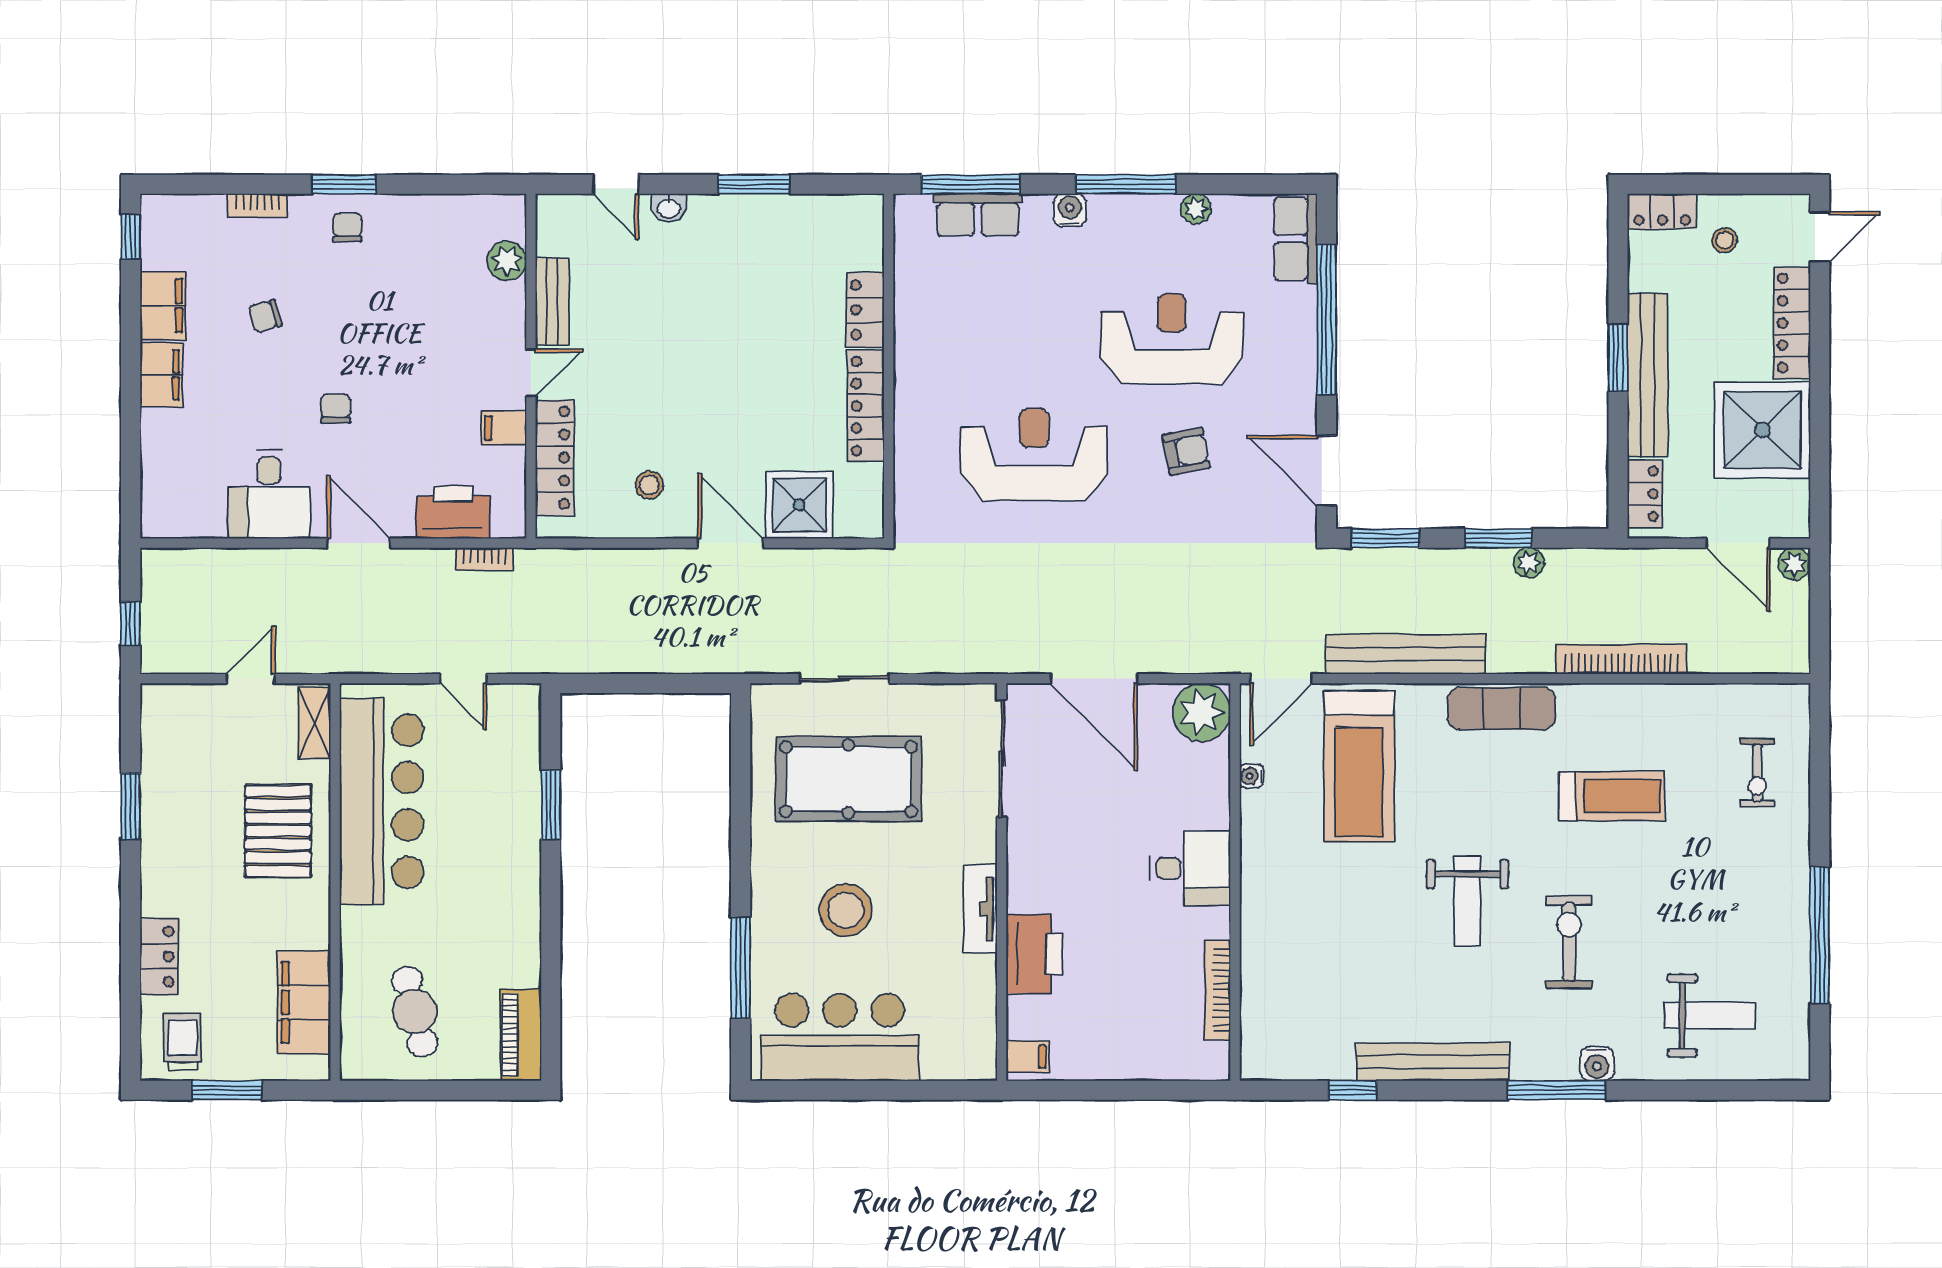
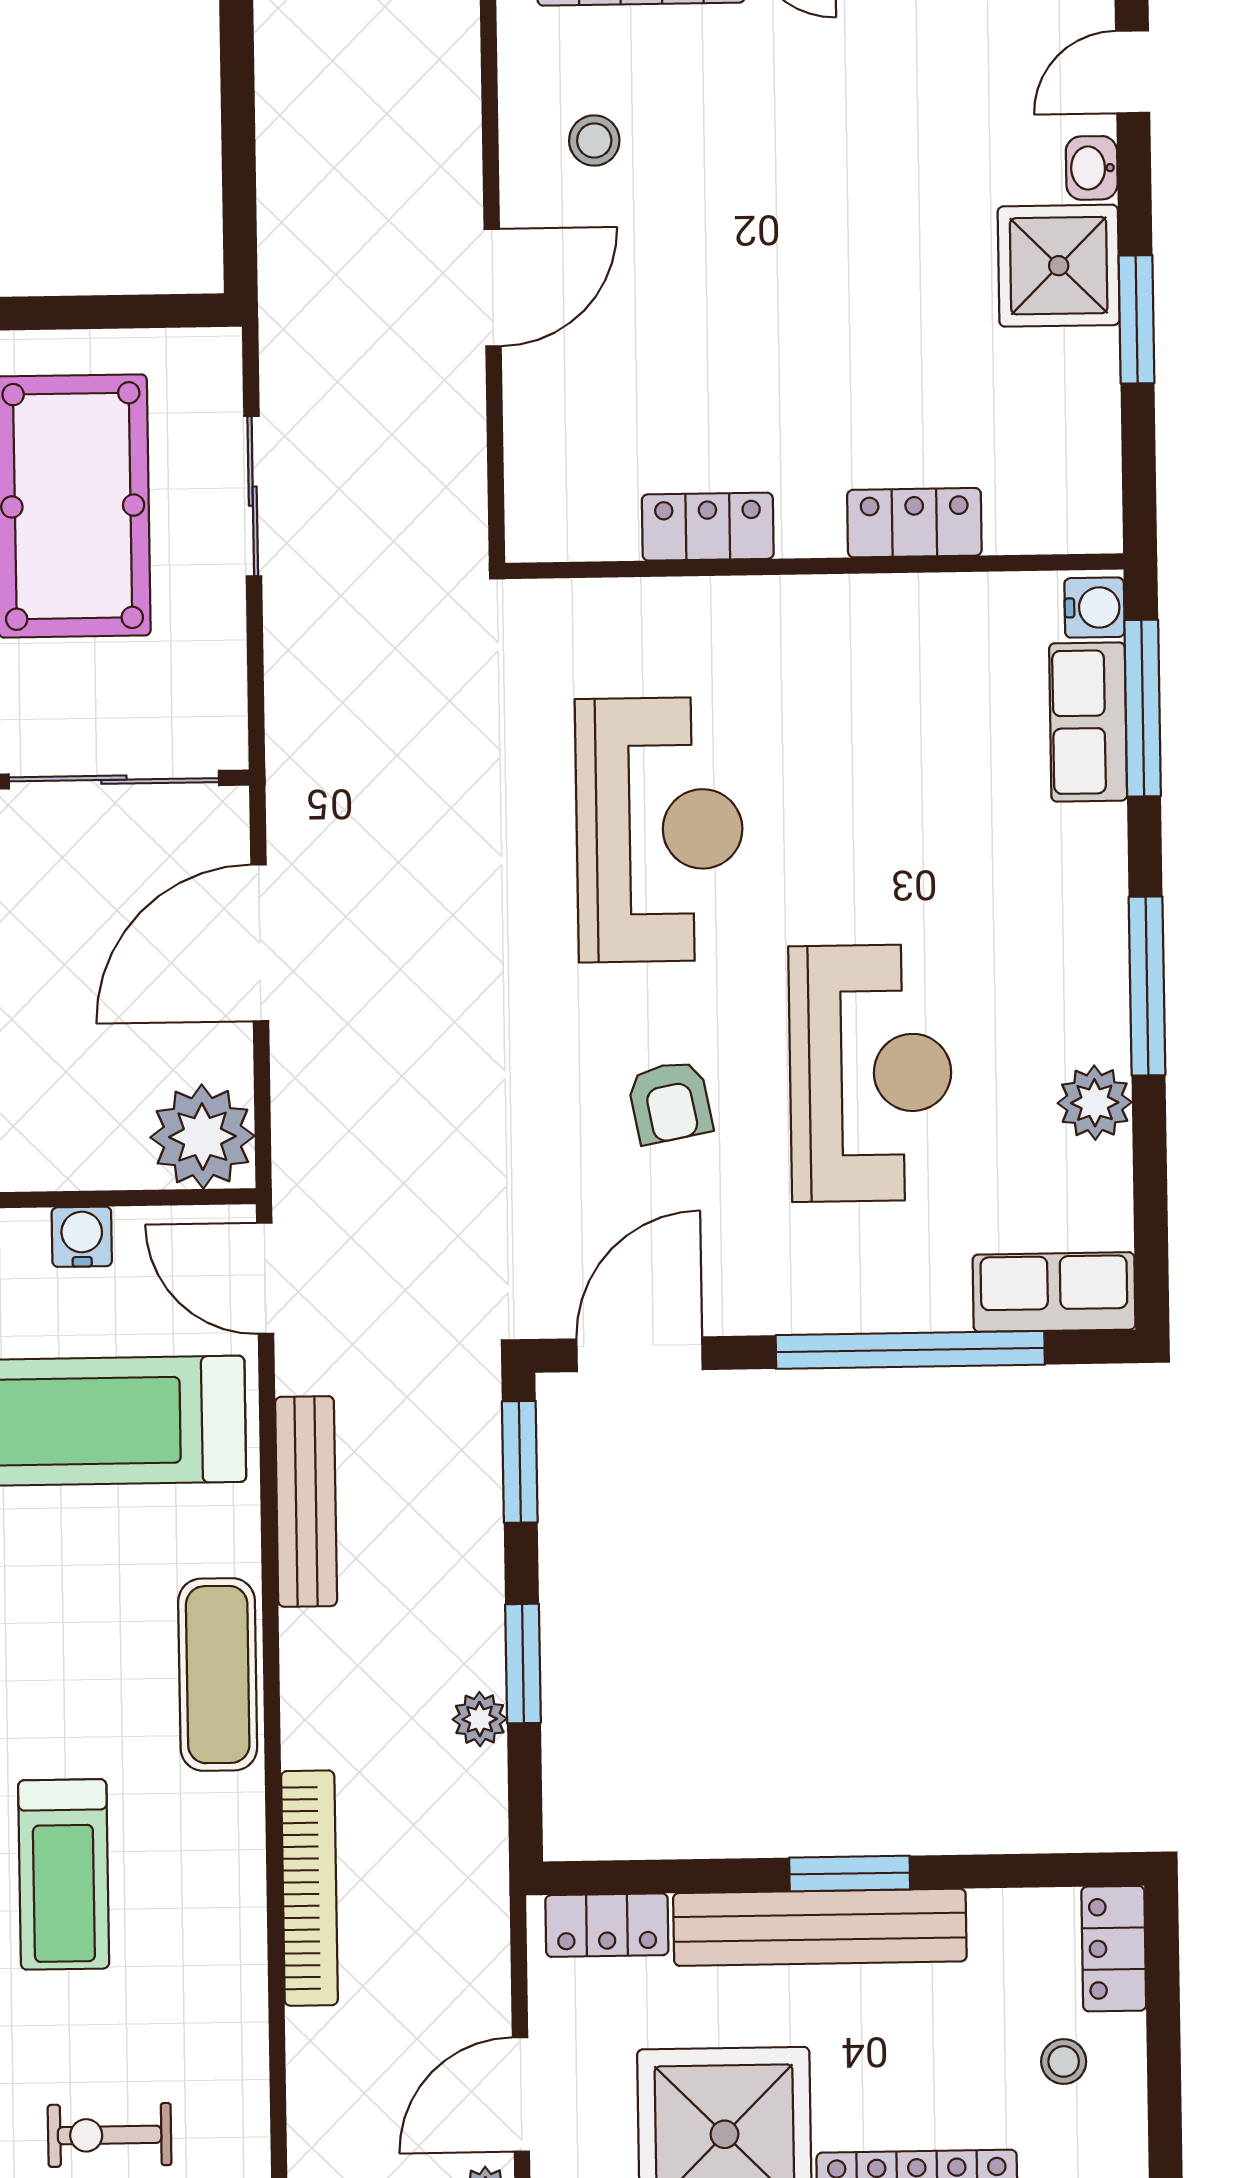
plant: (1196, 209) -> (1095, 1103), width x1.38, depth x1.38
water cooler: (1070, 210) -> (1094, 608), moved
locker: (866, 406) -> (708, 527), width x0.66
shower: (799, 505) -> (1059, 266), moved
bench: (1406, 654) -> (306, 1501), width x0.73, depth x0.82
water cooler: (1252, 776) -> (82, 1237), width x1.38, depth x1.38

